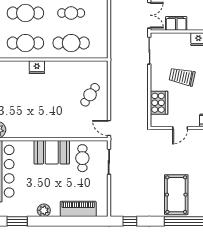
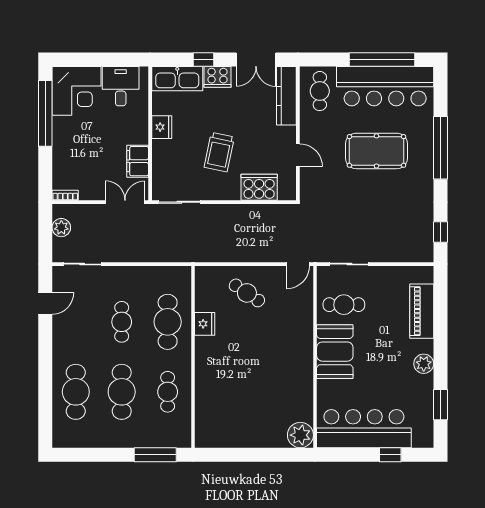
cafe table: (25, 43) -> (168, 392), width x0.73, depth x0.74
fridge: (37, 67) -> (205, 324), moved
pool table: (176, 195) -> (376, 151), moved

